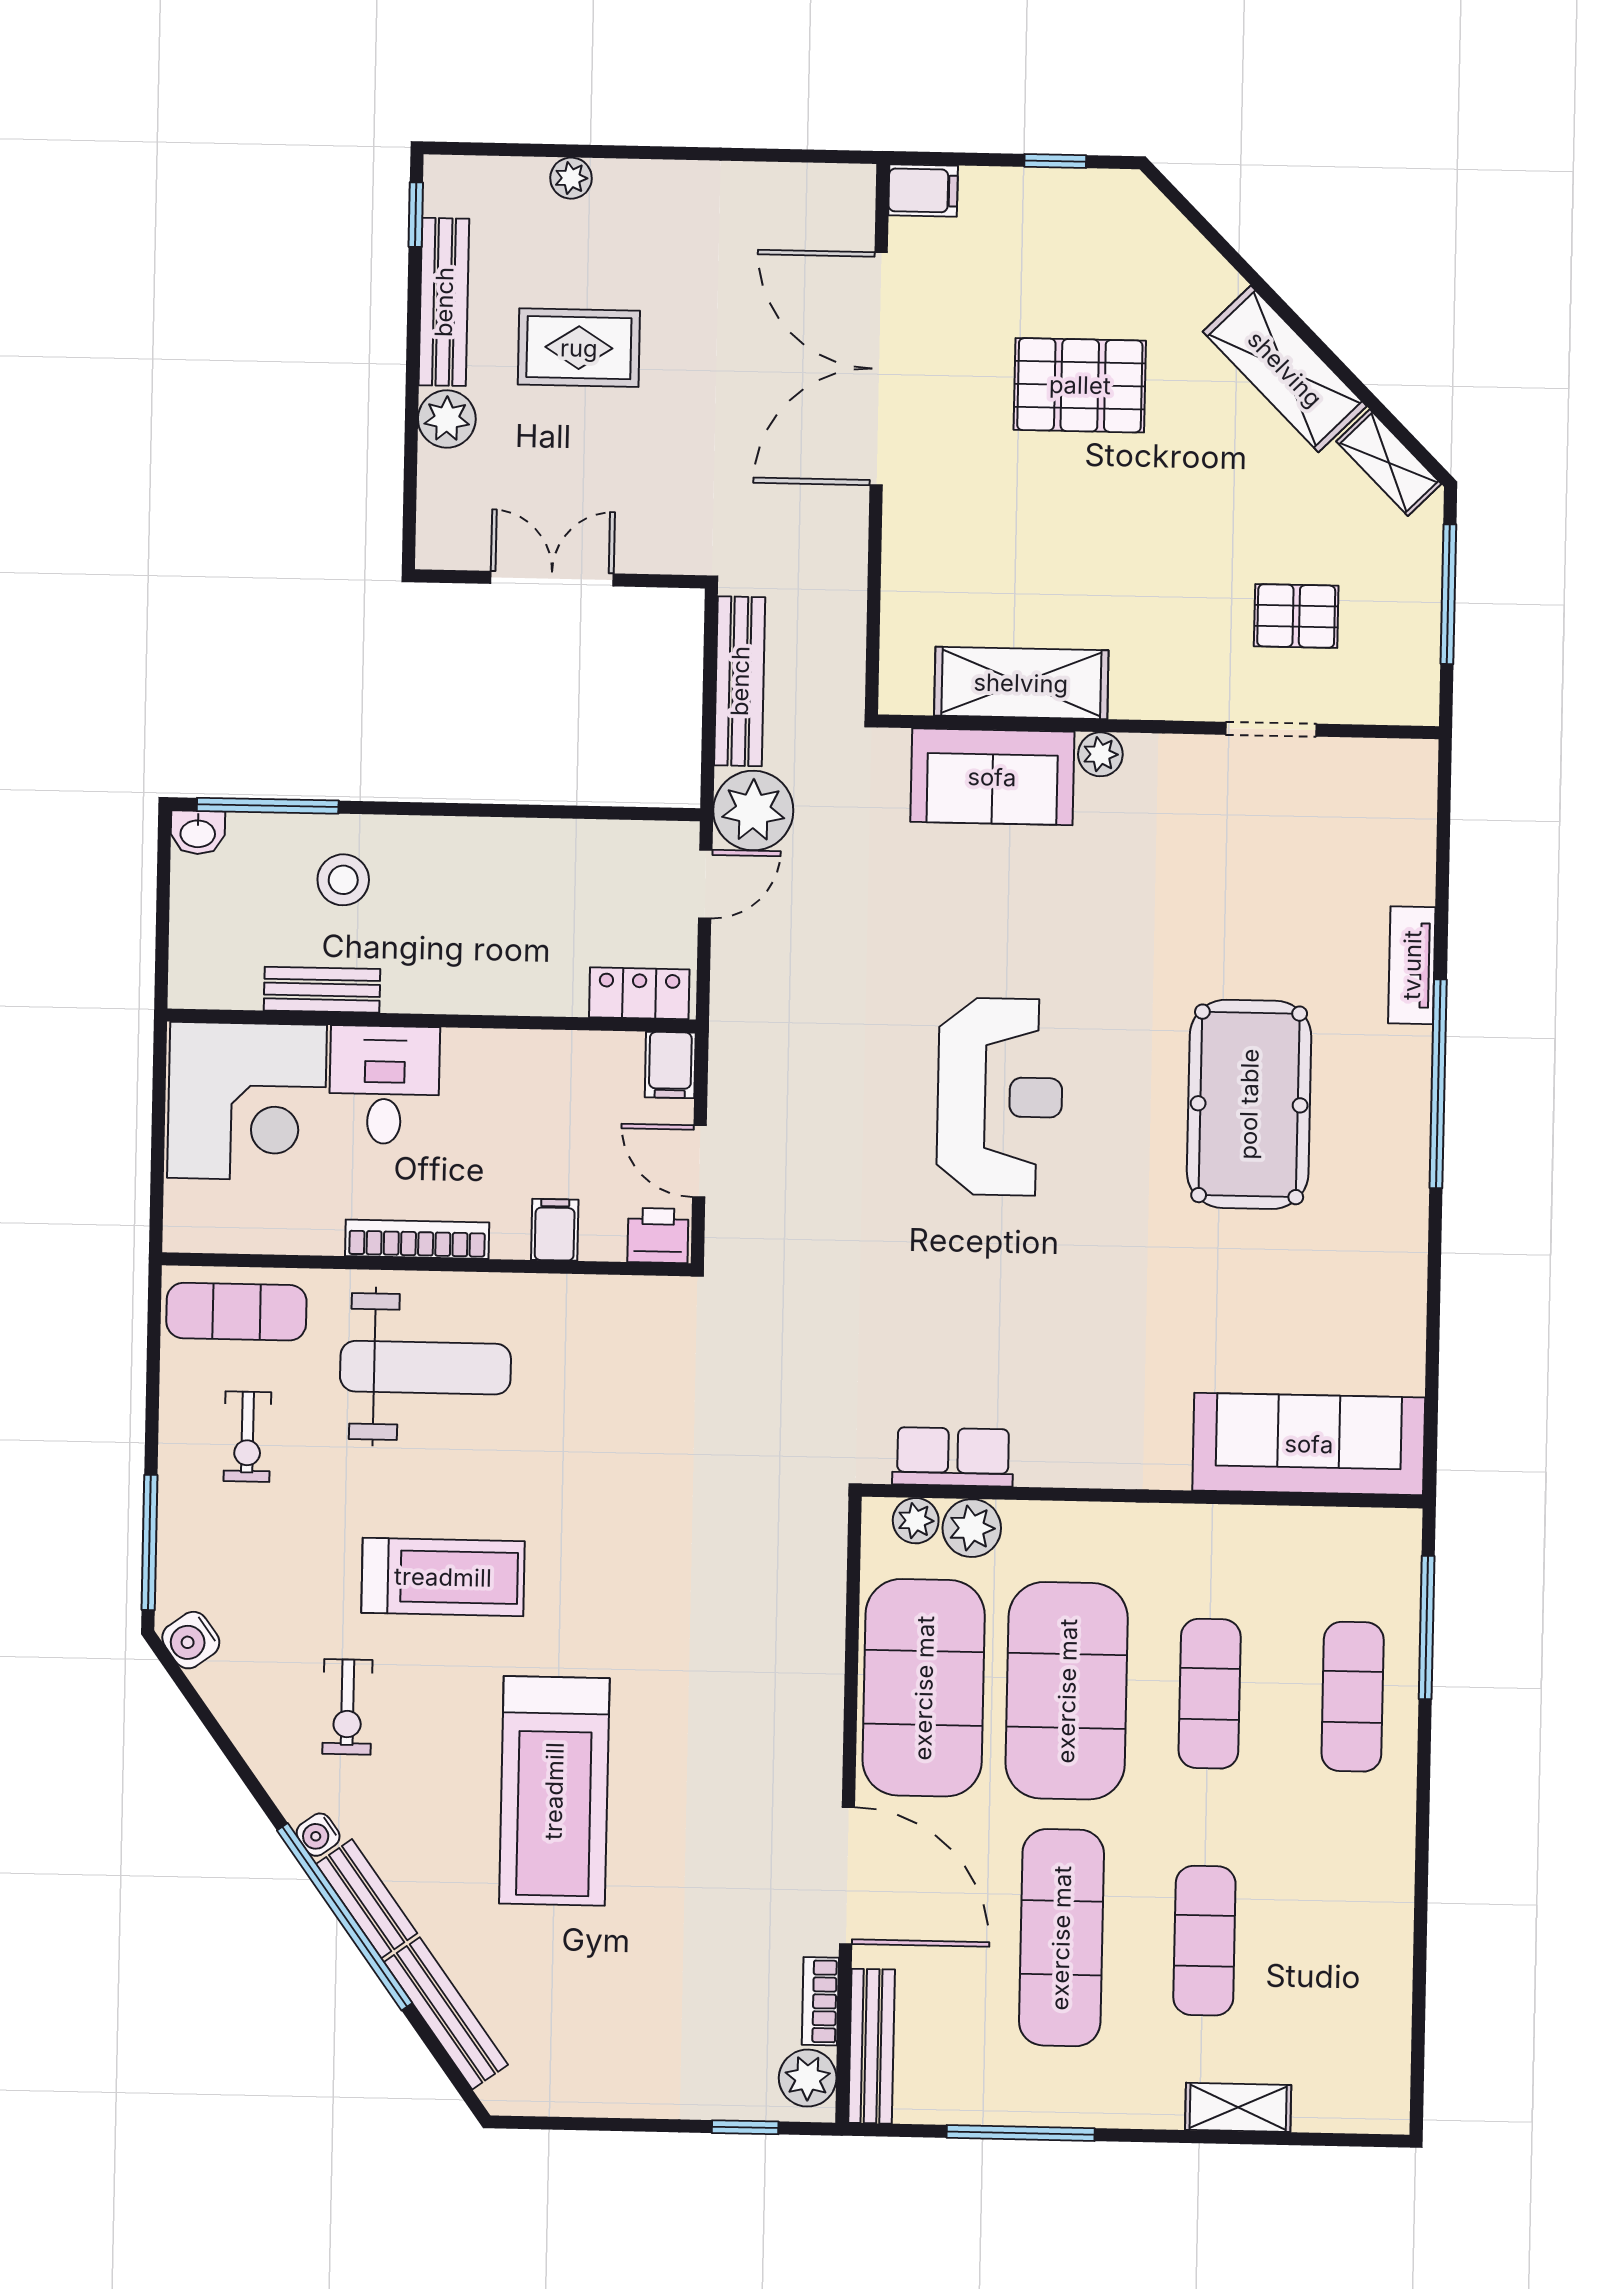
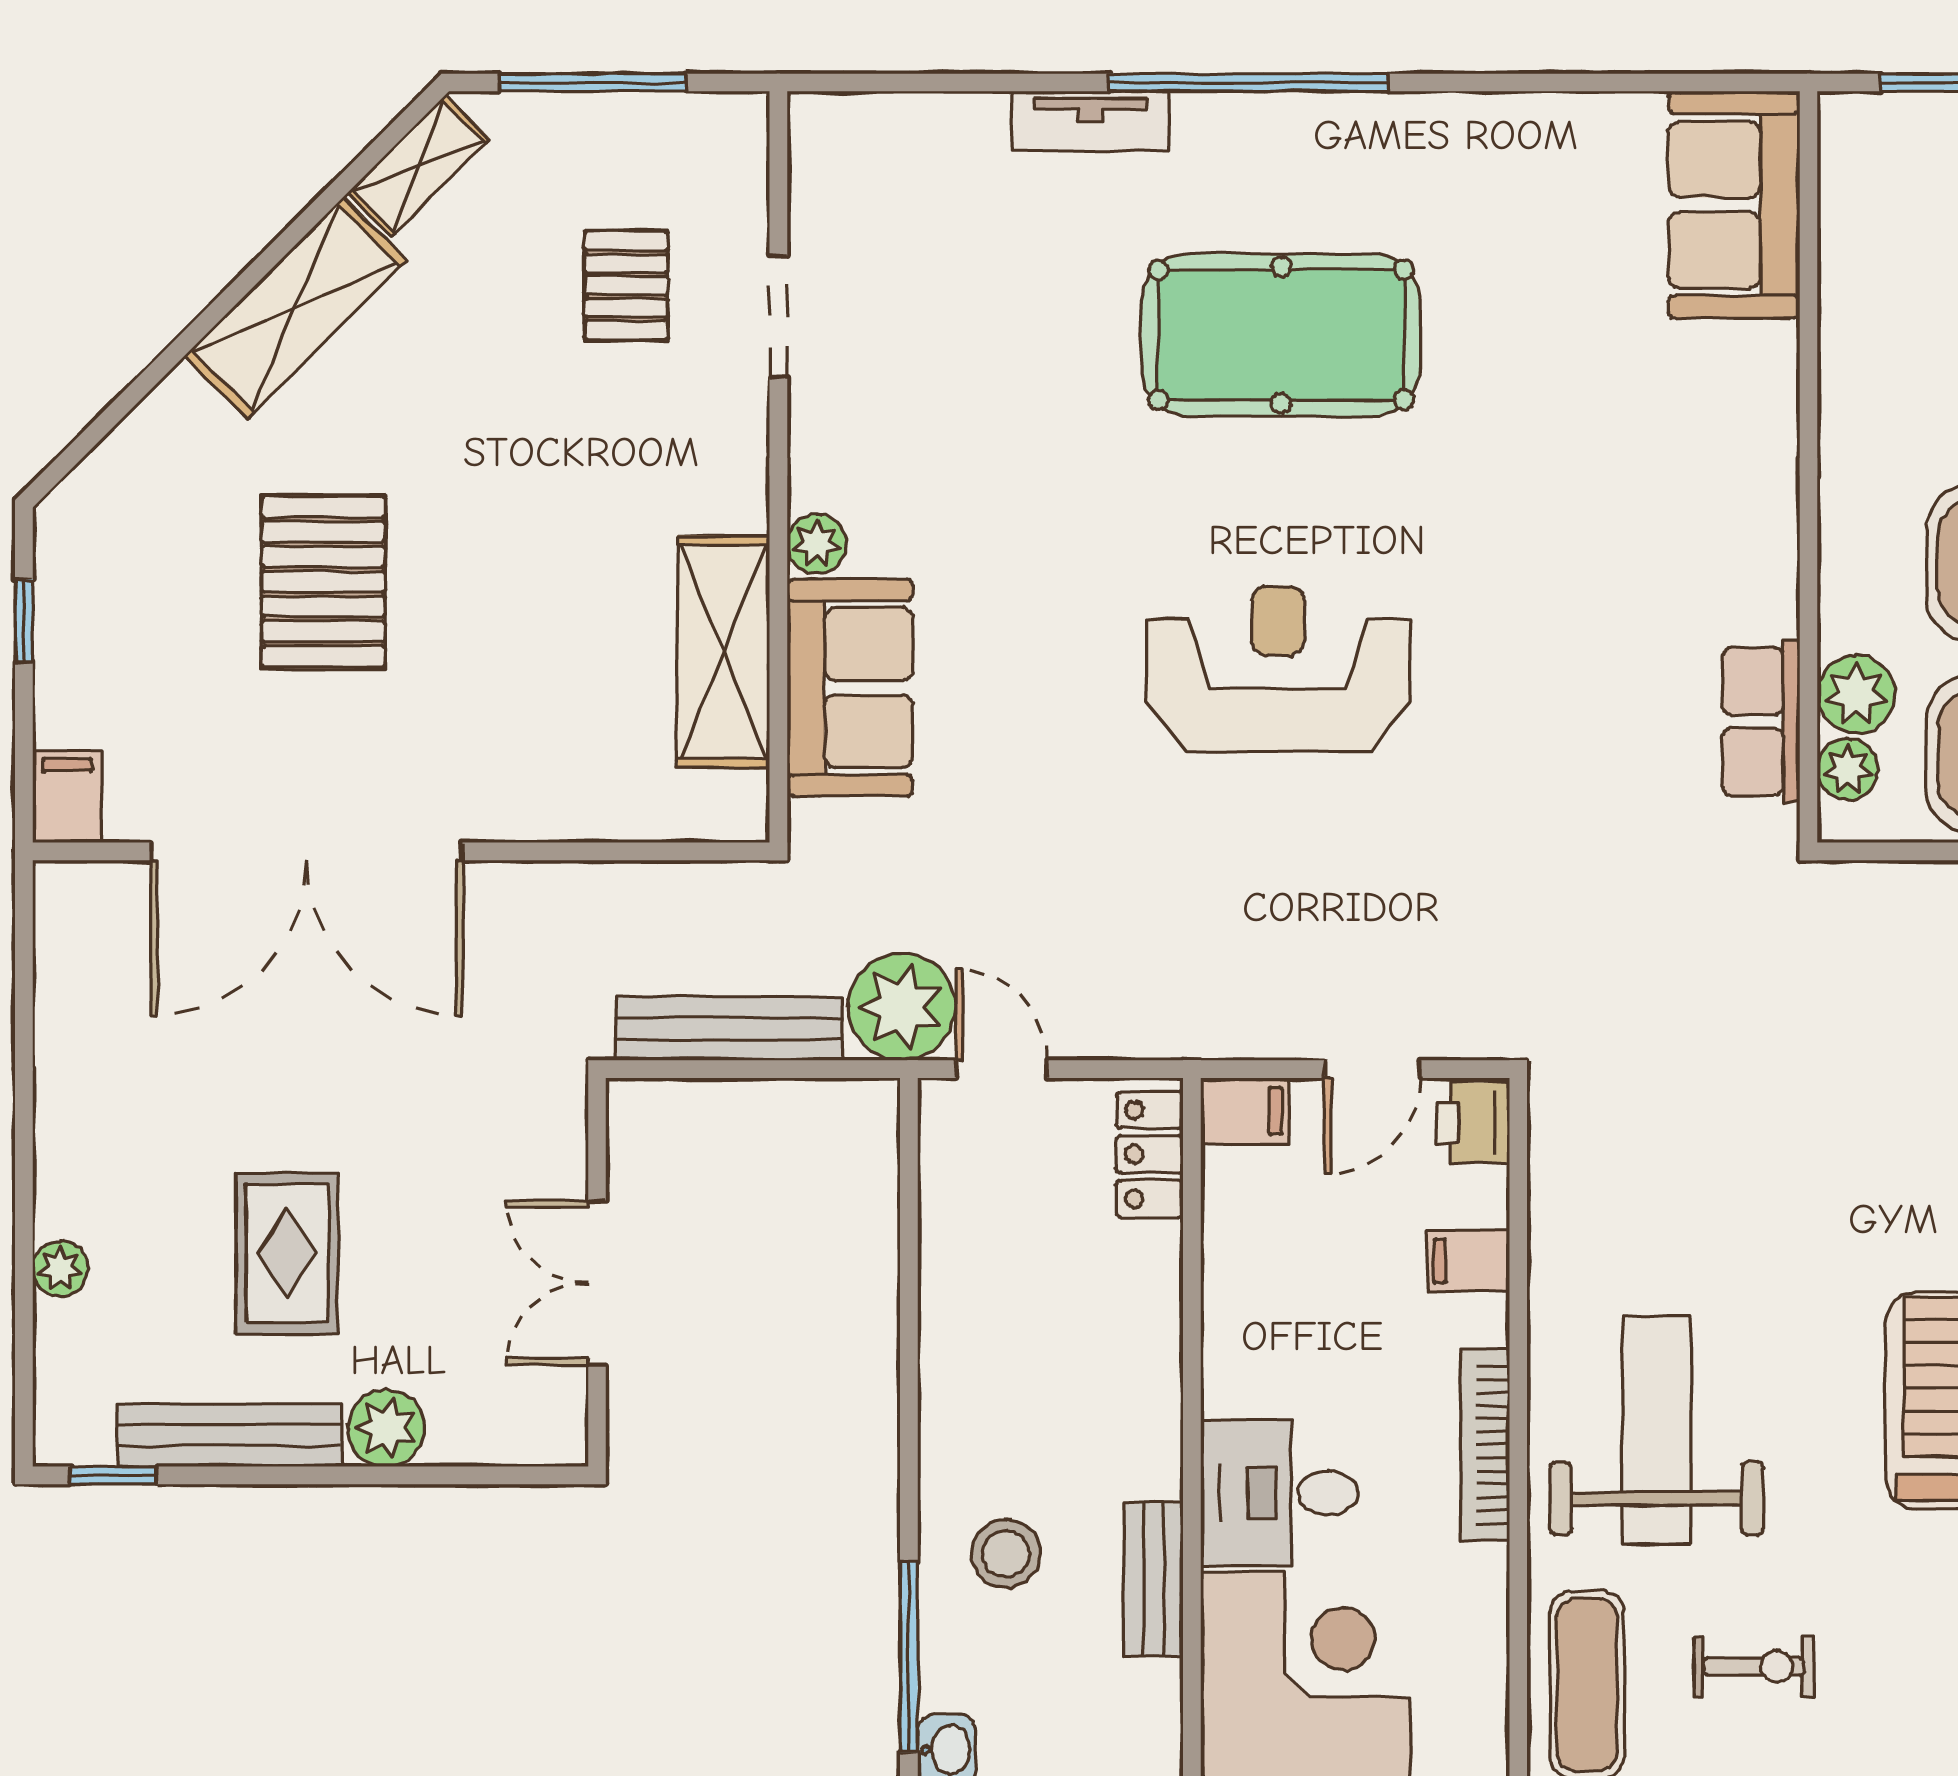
sofa: (1309, 1444) -> (1734, 205), width x0.73

